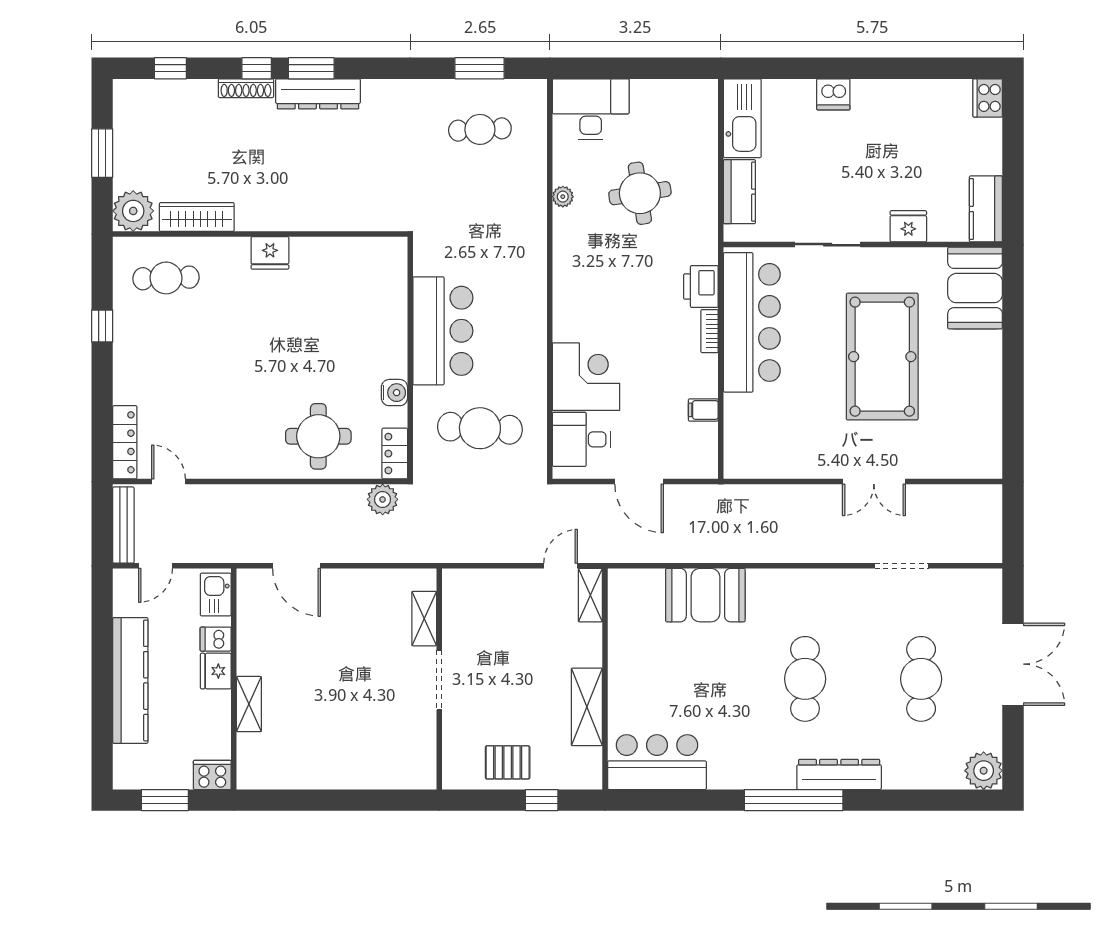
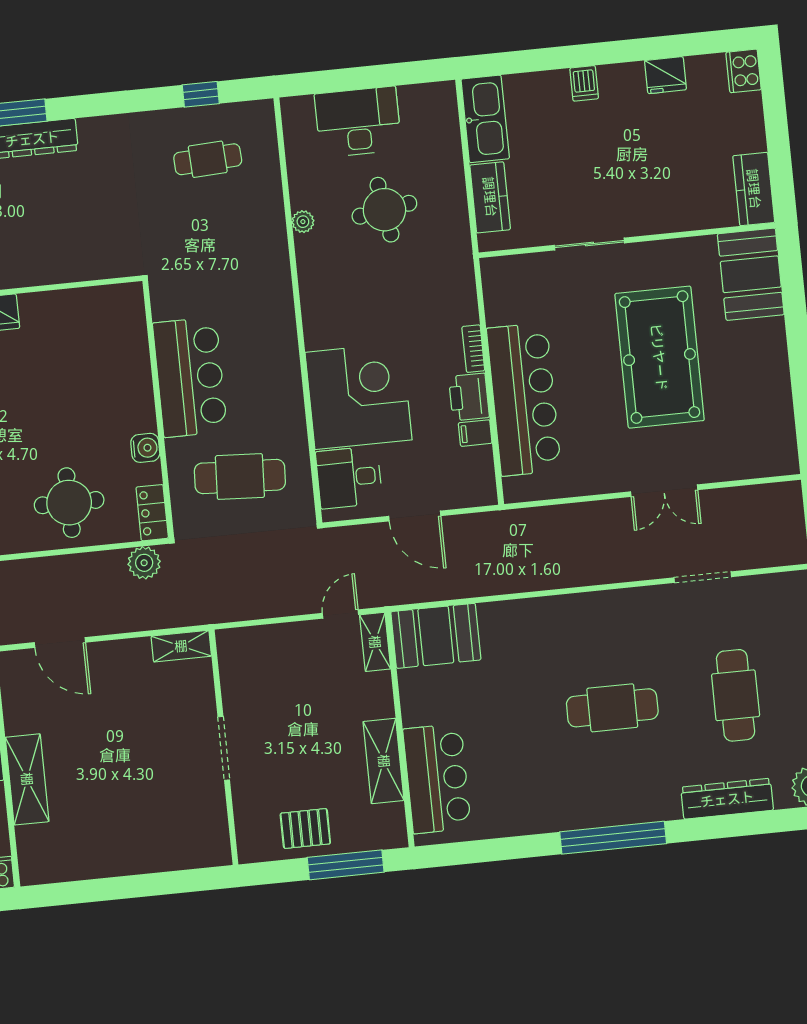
window: (480, 68) -> (201, 94), width x0.67
dishwasher: (833, 94) -> (584, 83), width x0.73
desk: (591, 109) -> (358, 122), moved
fridge: (908, 226) -> (665, 75), moved, turned 180
printer: (701, 286) -> (469, 397), moved
bar counter: (752, 322) -> (524, 399), moved
corner desk: (586, 377) -> (359, 396), width x1.36, depth x1.36
booth: (705, 595) -> (436, 636), moved
shelving: (424, 619) -> (181, 646), moved, turned 90
cafe table: (805, 679) -> (612, 708), turned 90
shelving: (249, 704) -> (27, 779), width x1.50, depth x1.33
bar counter: (657, 762) -> (437, 779), moved, turned 90
dresser: (839, 774) -> (727, 799), moved
window: (542, 800) -> (346, 865), width x2.17

